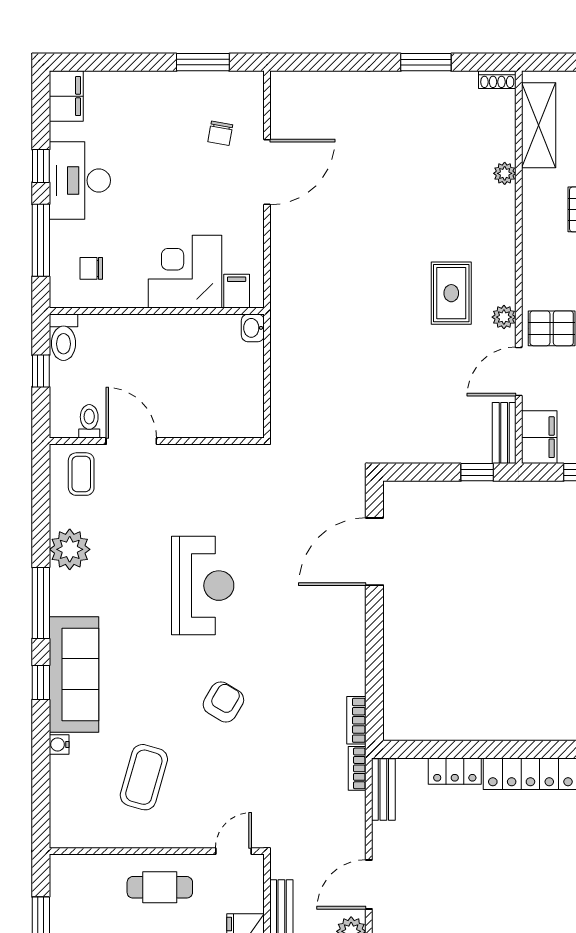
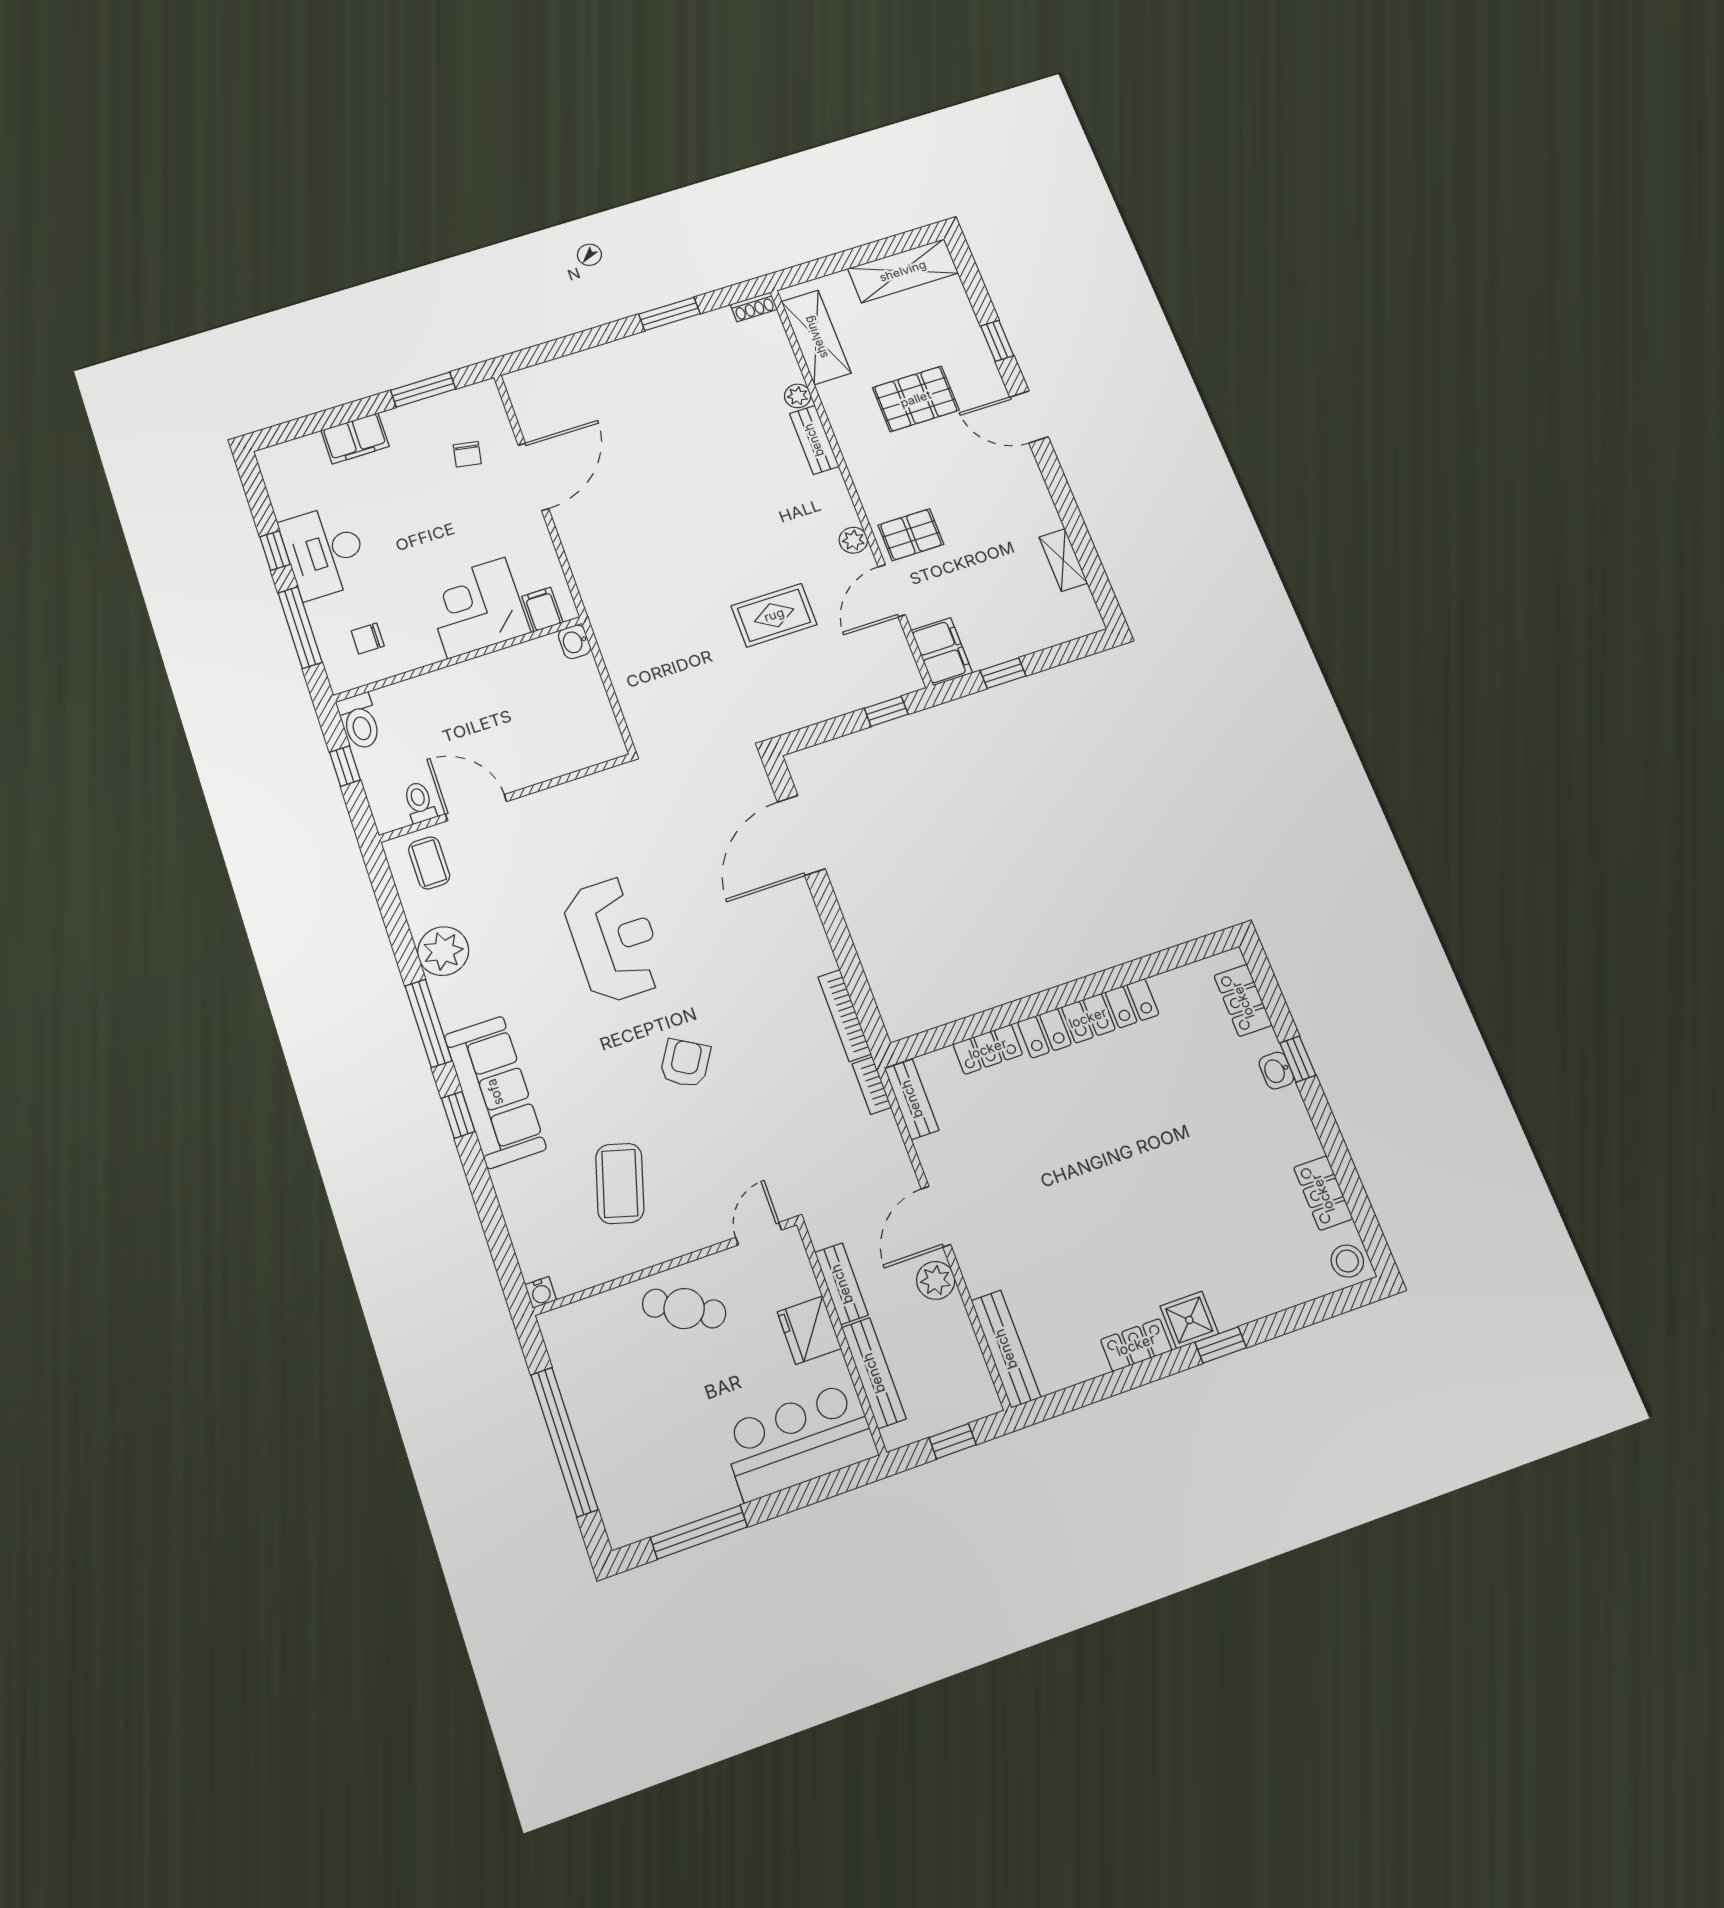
filing cabinet: (66, 96) -> (355, 438), moved, turned 90
rug: (451, 293) -> (774, 615), moved, turned 90
bench: (504, 433) -> (814, 440), moved
bookcase: (356, 720) -> (845, 1016), width x1.56
water cooler: (59, 744) -> (541, 1292), moved, turned -90
cafe table: (160, 887) -> (684, 1309), turned 30

